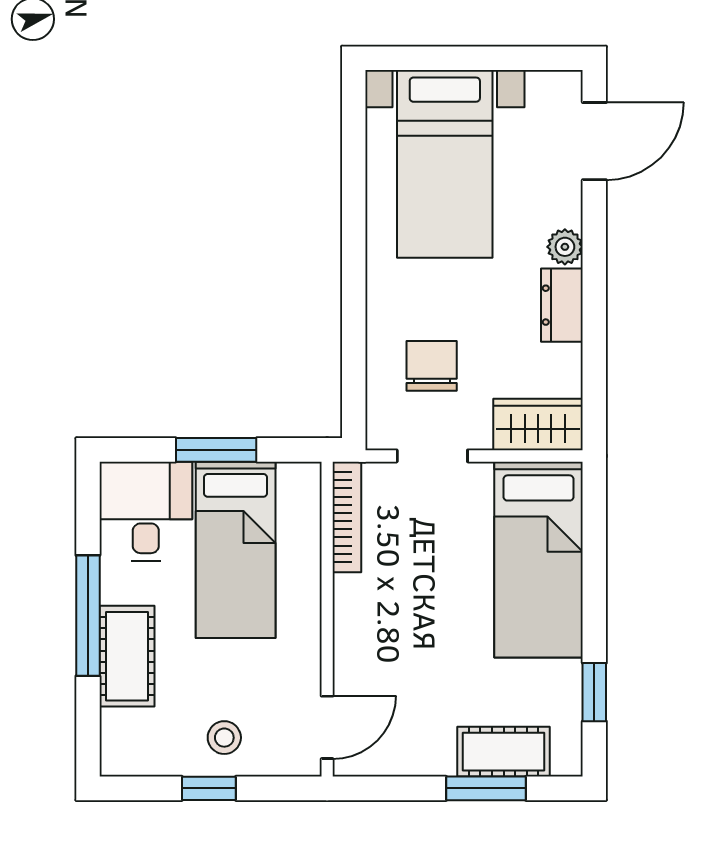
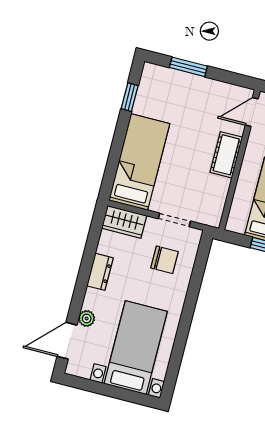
plant: (565, 247) -> (87, 318), moved
chair: (432, 366) -> (165, 260), turned -90
bookcase: (347, 517) -> (219, 203), removed
cot: (504, 752) -> (226, 155), moved, turned 90

